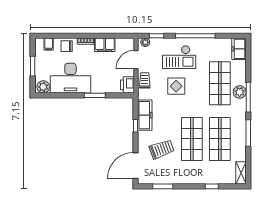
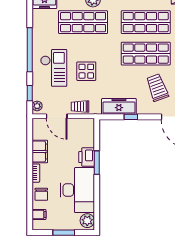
printer: (128, 85) -> (87, 157), moved, turned 90

